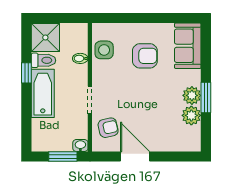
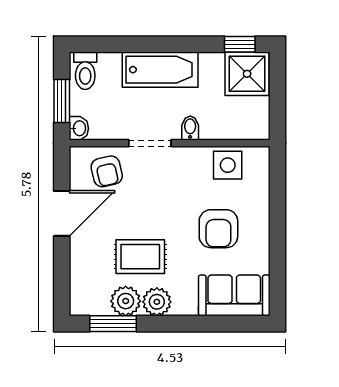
bidet: (80, 58) -> (190, 128), moved
toilet: (43, 60) -> (85, 71), moved
window: (26, 73) -> (240, 44), moved
window: (206, 98) -> (113, 324), moved
rug: (163, 106) -> (140, 257), added

